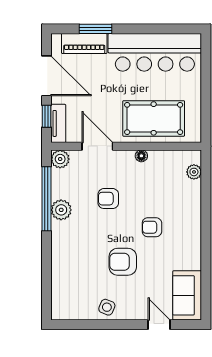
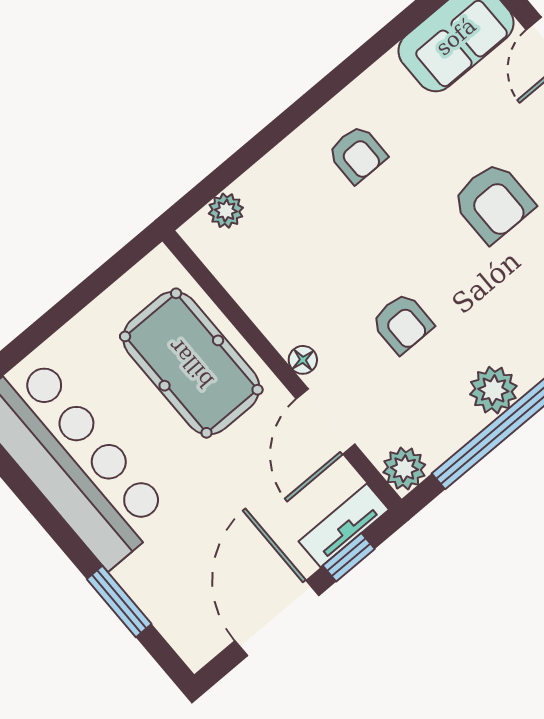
piano: (84, 43) -> (162, 600), removed
floor lamp: (141, 156) -> (303, 360), moved
armchair: (152, 227) -> (357, 154), moved

